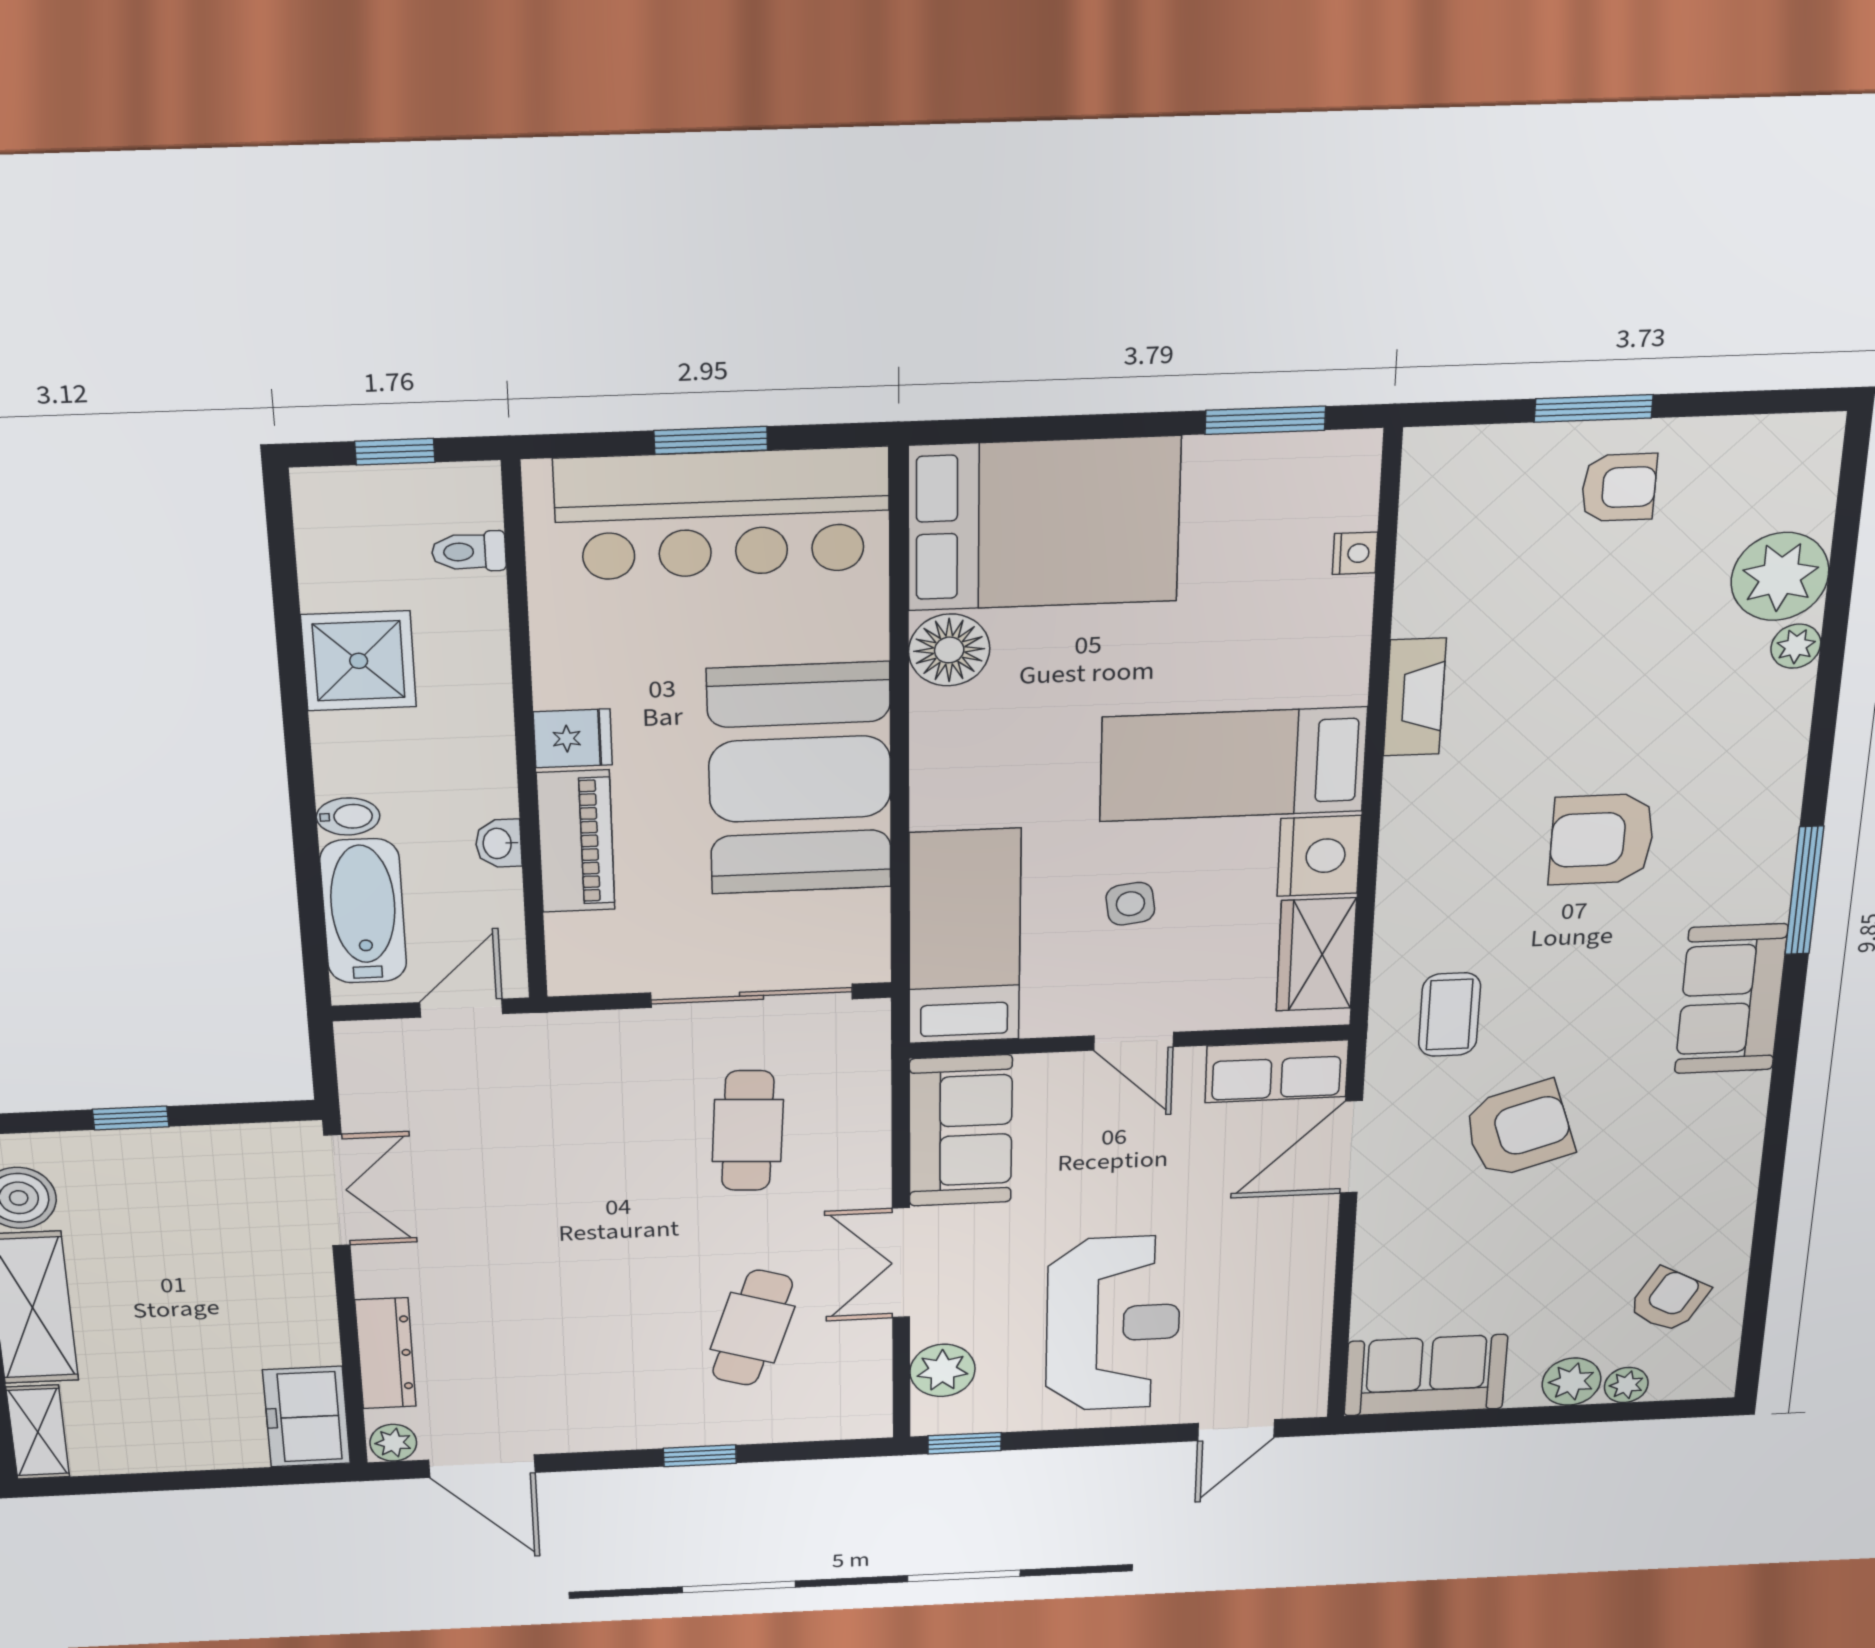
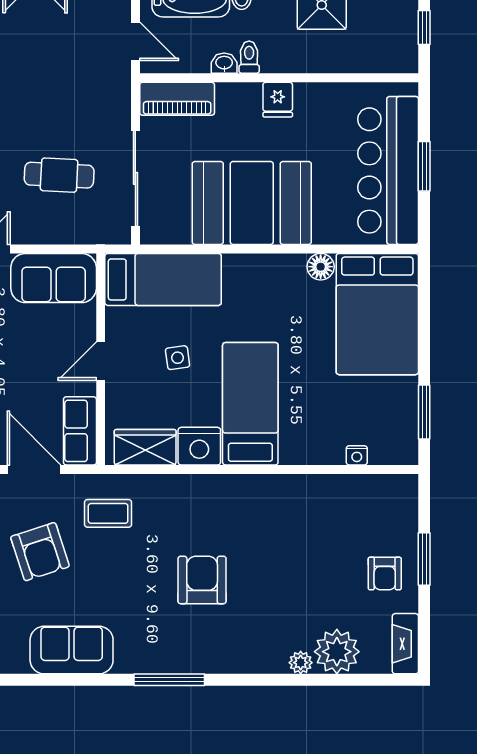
toilet: (469, 552) -> (249, 57), moved
floor lamp: (949, 650) -> (321, 267), width x0.73, depth x0.73
fireplace: (1415, 697) -> (405, 644), moved, turned 90
piano: (576, 841) -> (177, 99), moved
sofa: (1731, 999) -> (72, 650), moved

